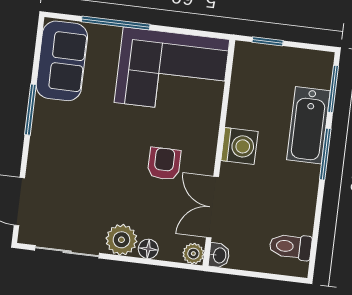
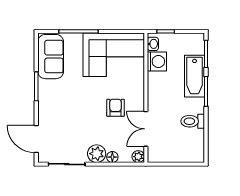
washing machine: (239, 146) -> (157, 61), moved
toilet: (291, 247) -> (193, 121), moved
washbasin: (219, 255) -> (153, 44), moved

